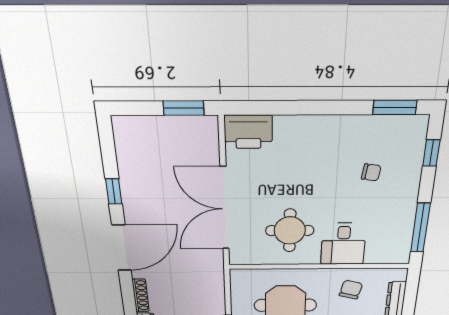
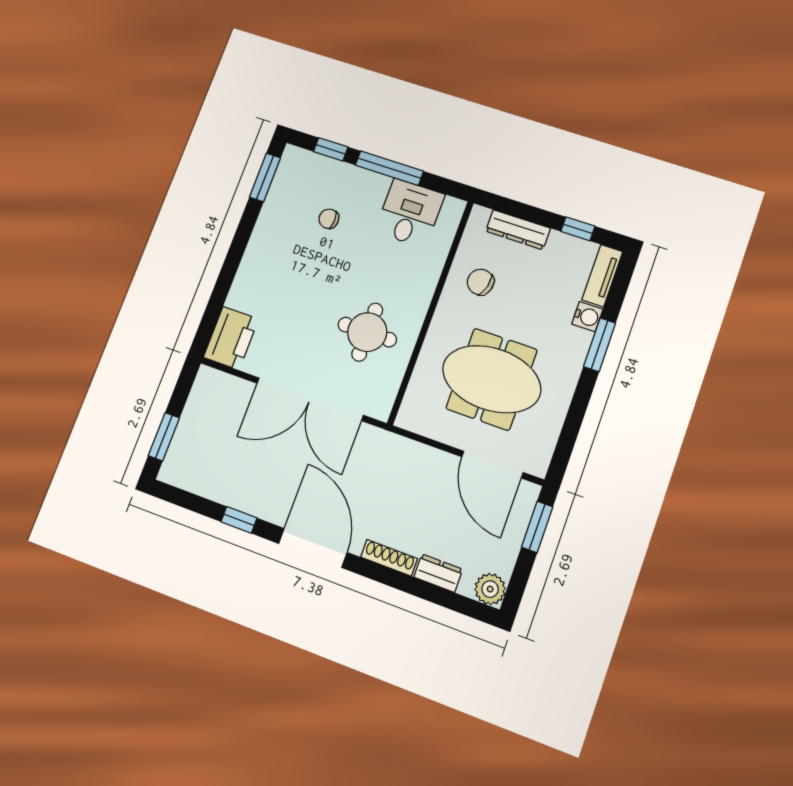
window: (184, 108) -> (164, 437), moved
chair: (371, 172) -> (329, 219), turned -98
window: (420, 228) -> (389, 168), moved
desk: (343, 244) -> (410, 213), moved, turned -90

